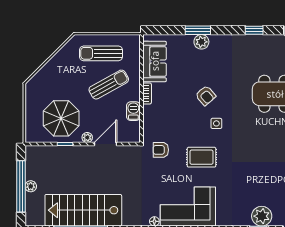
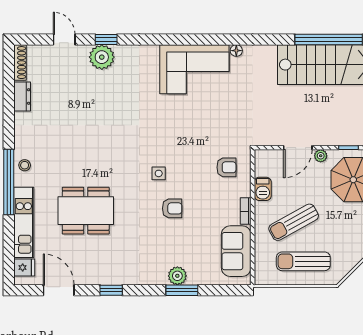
sun lounger: (101, 53) -> (303, 261), turned 180
armchair: (206, 96) -> (172, 208), turned 131
armchair: (161, 150) -> (226, 167), moved
rug: (202, 157) -> (177, 131), removed

